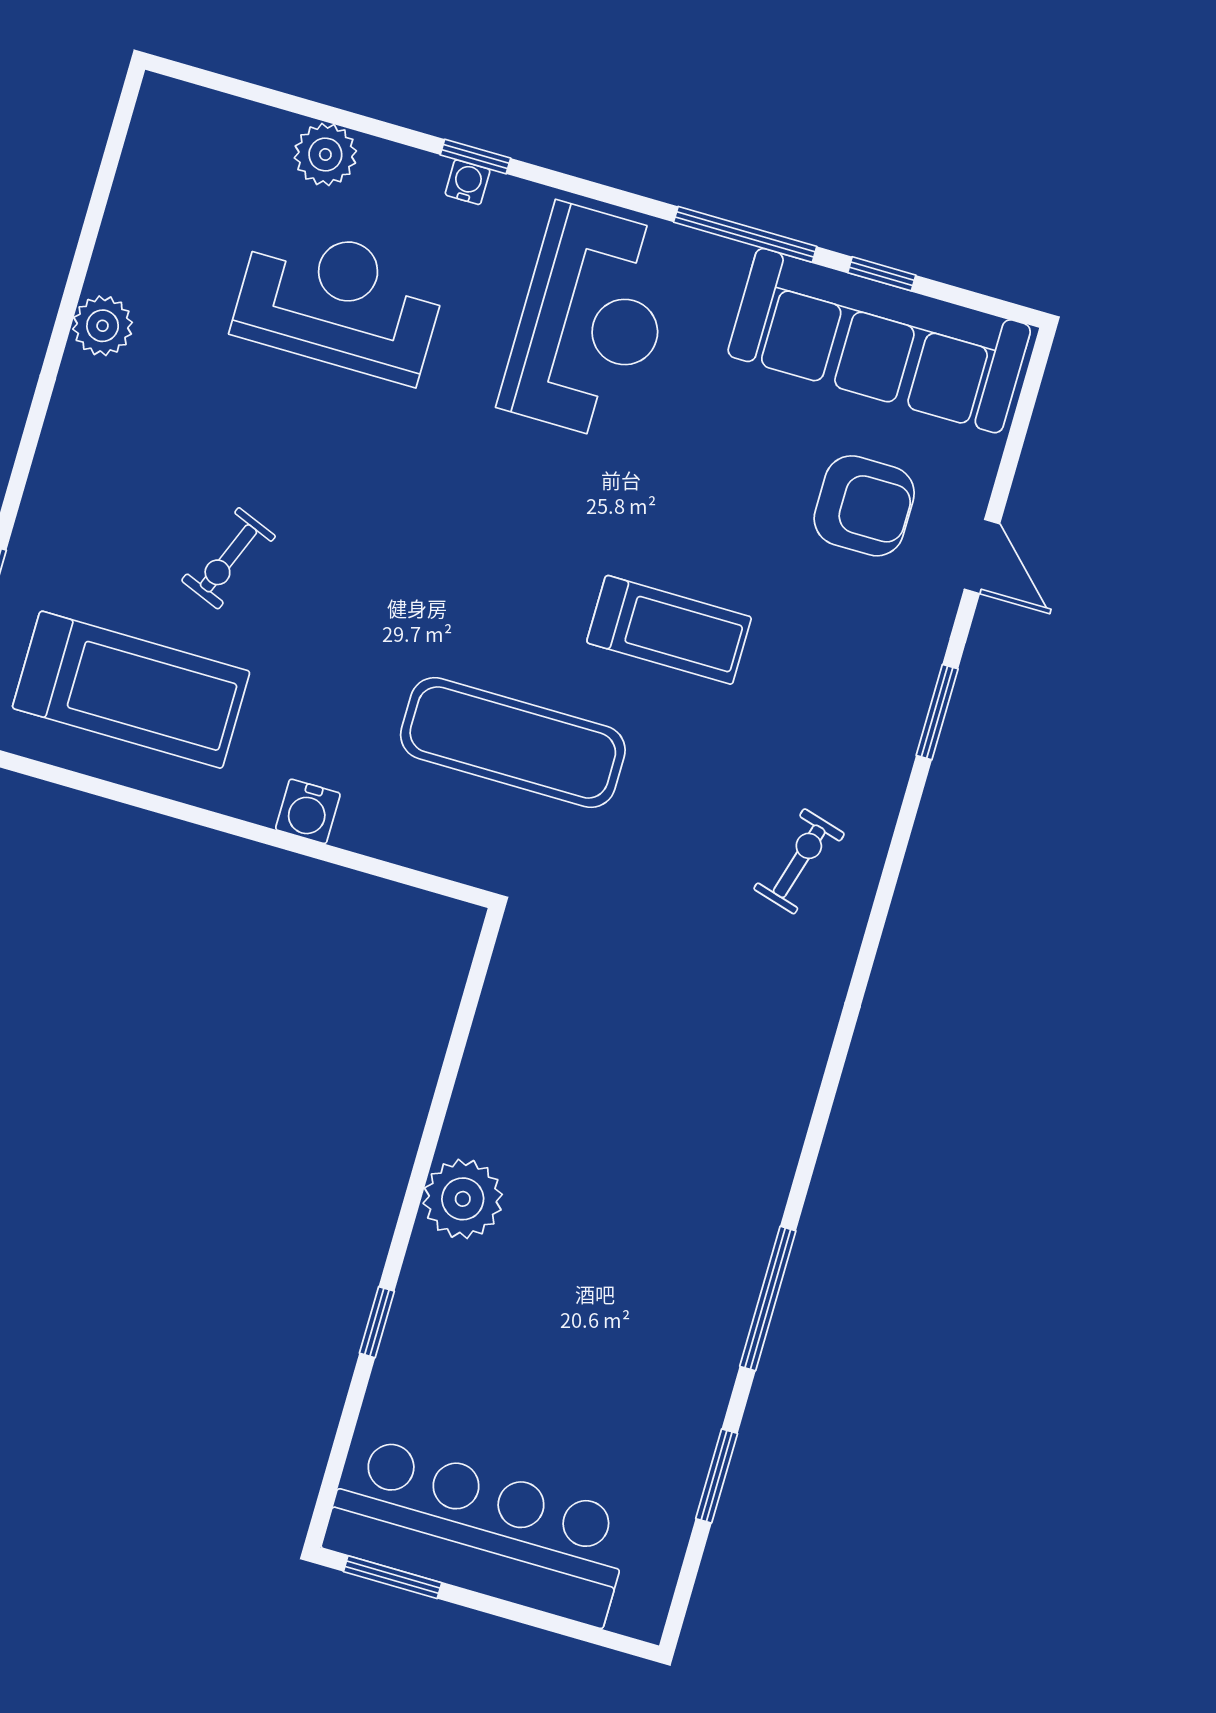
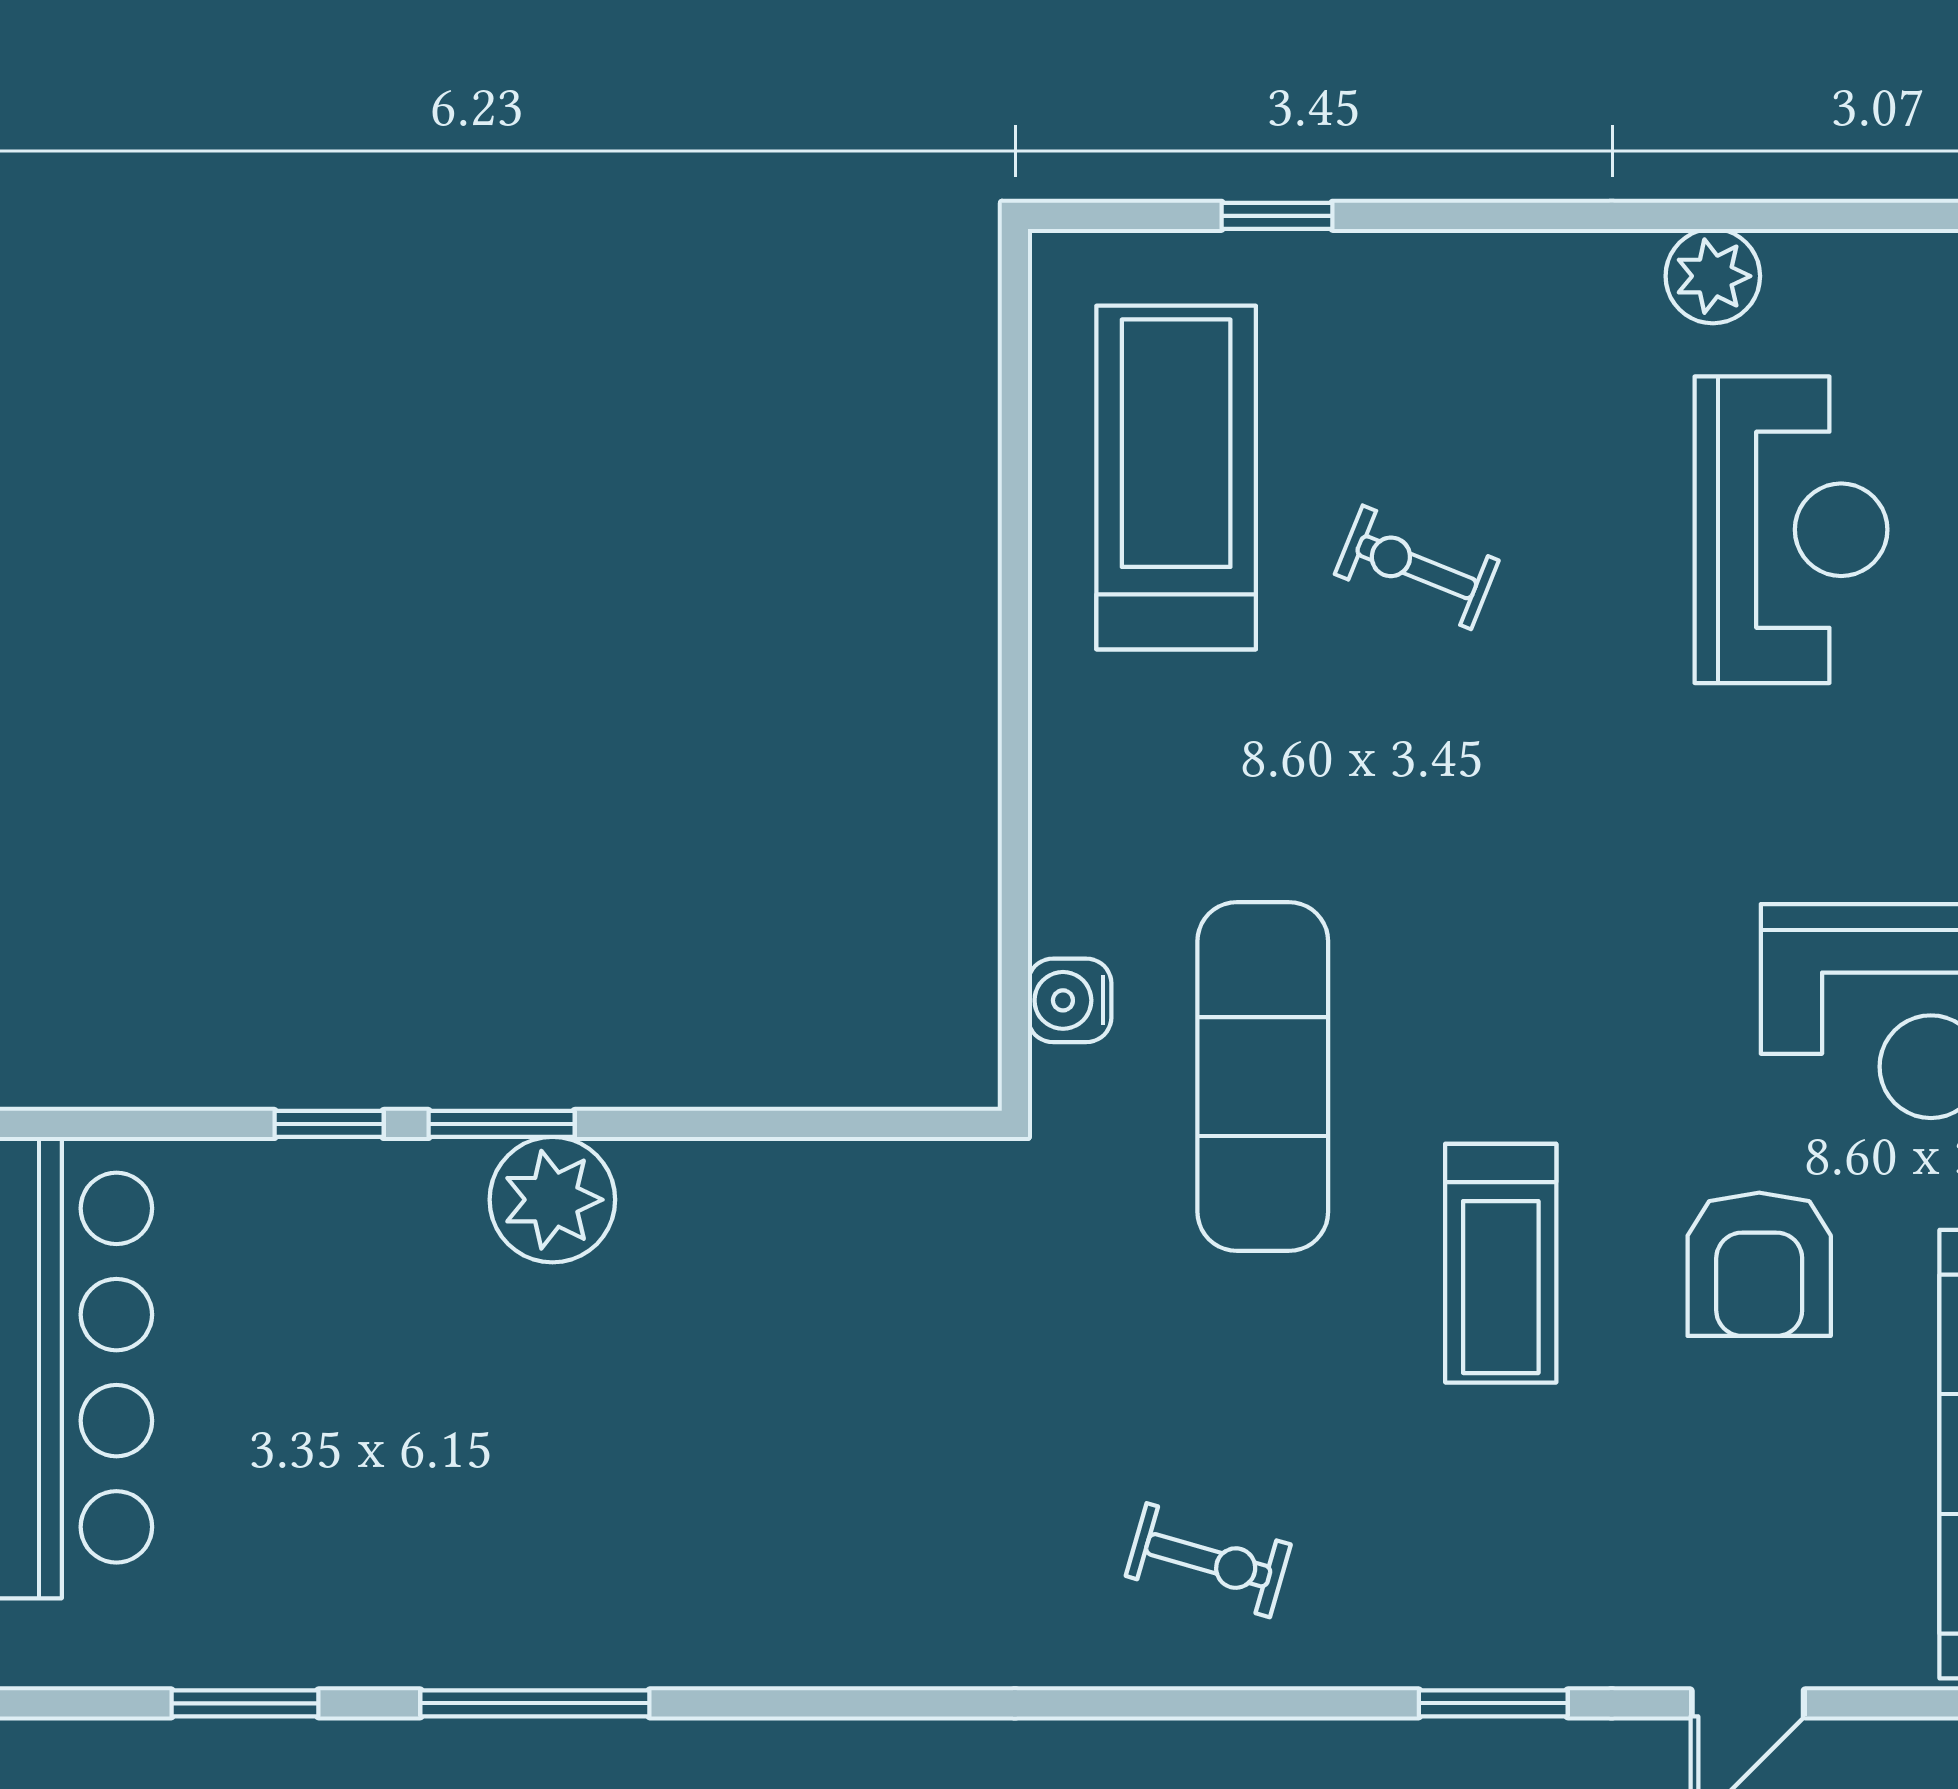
reception desk: (339, 302) -> (1791, 530), moved
armchair: (864, 506) -> (1759, 1264), moved
treadmill: (131, 690) -> (1176, 478), turned 180
water cooler: (308, 811) -> (1070, 1000), moved
window: (407, 1217) -> (502, 1124), added

